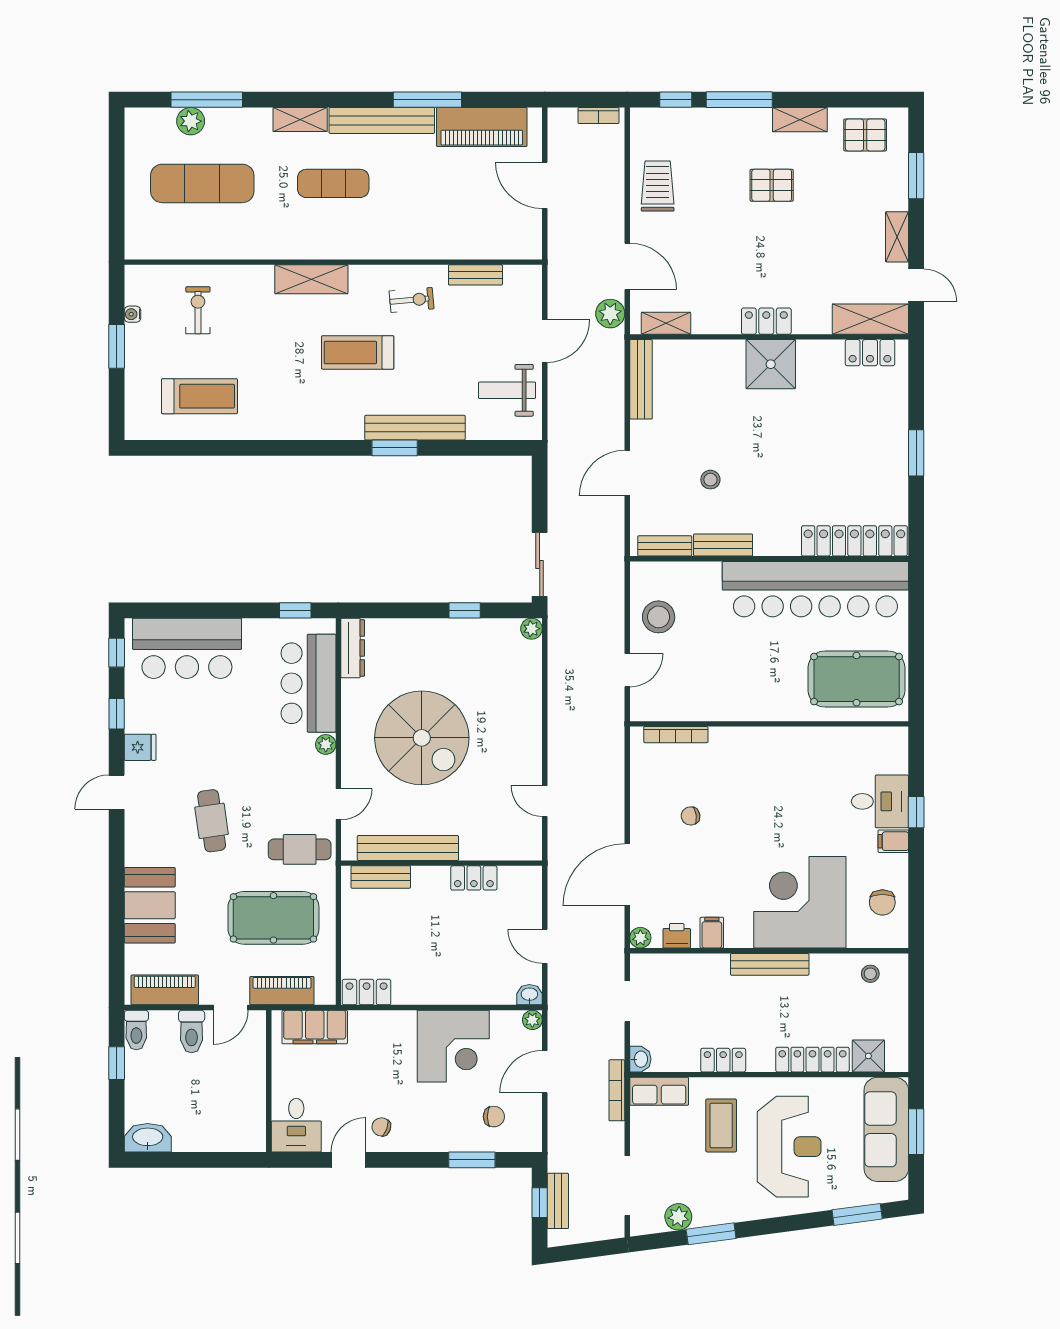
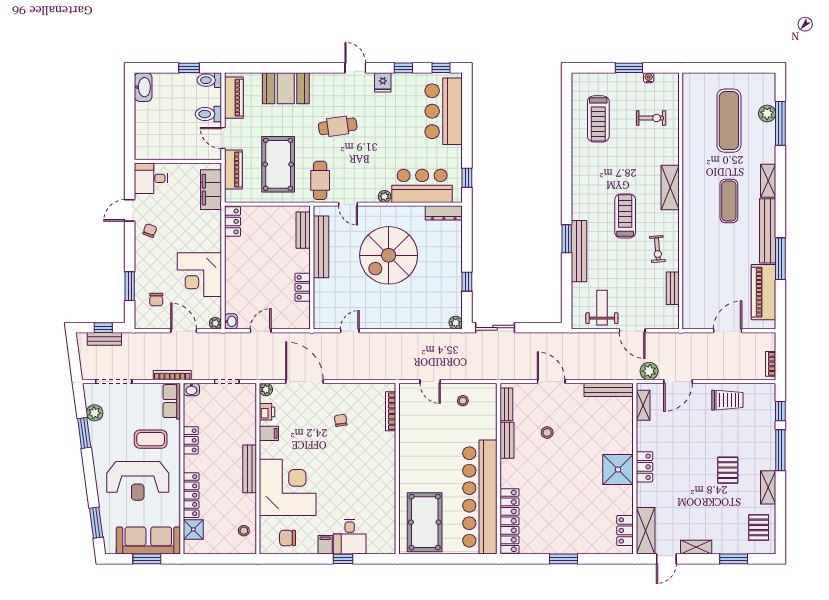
stool: (659, 617) -> (463, 401), width x0.53, depth x0.53
door: (348, 1160) -> (130, 210), swing flipped

